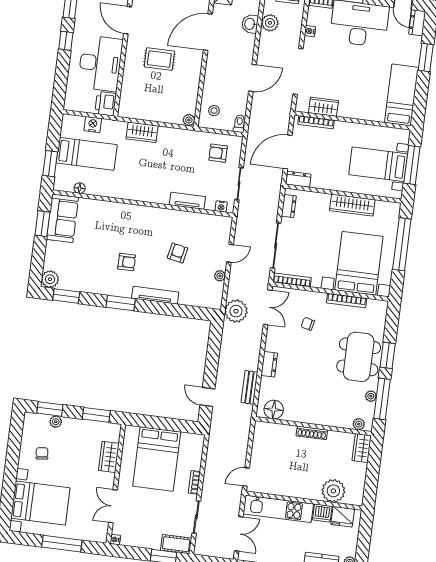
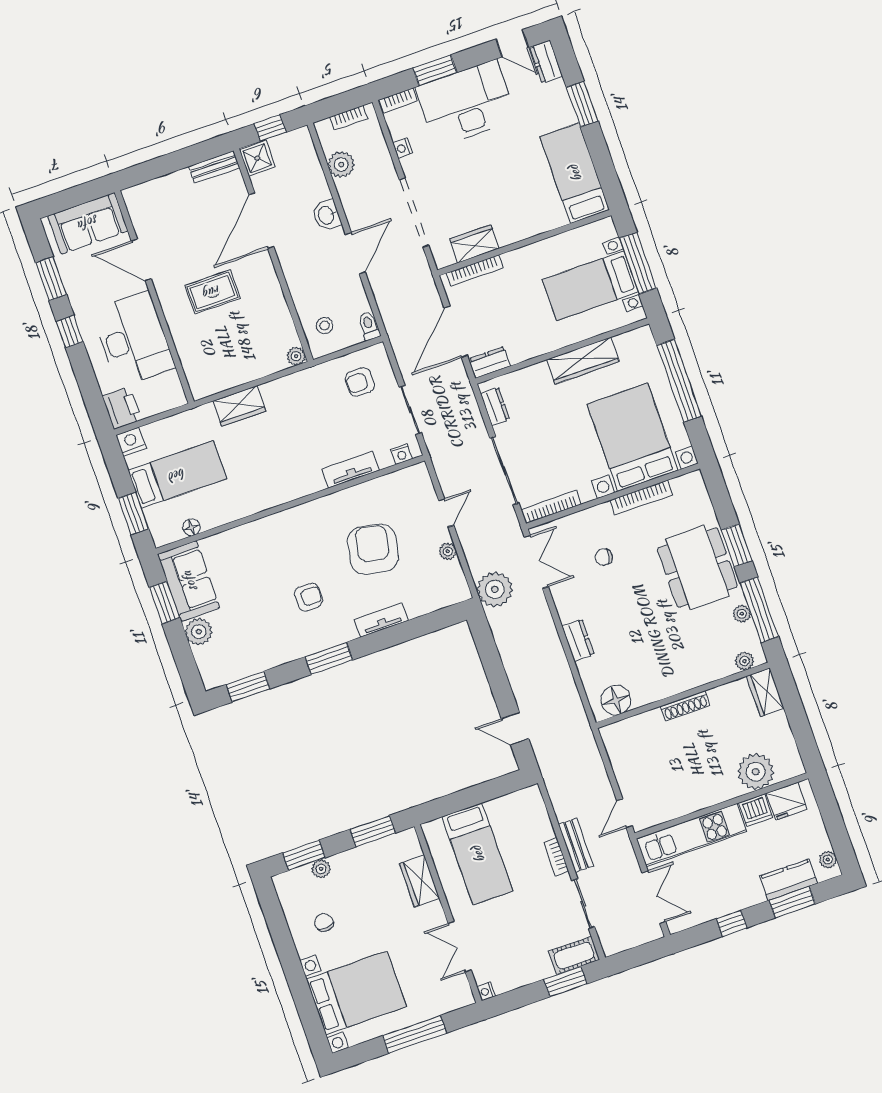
washbasin: (250, 24) -> (327, 215), moved
printer: (106, 104) -> (122, 408), moved, turned 180
nightstand: (93, 124) -> (131, 442), moved
armchair: (178, 253) -> (373, 549), width x1.88, depth x1.88
plant: (50, 279) -> (199, 632), moved
tv unit: (155, 295) -> (381, 620), width x0.71
bench: (249, 387) -> (576, 845), moved
bed: (157, 459) -> (478, 854), width x0.67

